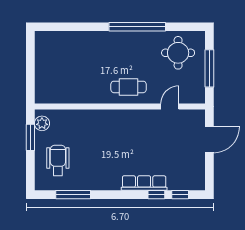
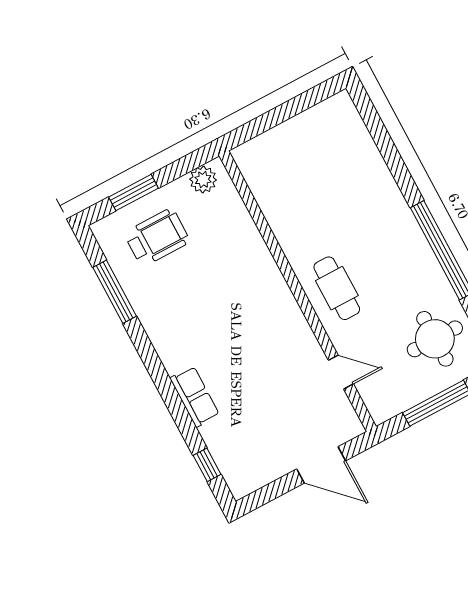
window: (30, 137) -> (133, 193), moved
row of seats: (144, 183) -> (195, 397), width x0.68
window: (156, 195) -> (186, 426), removed

